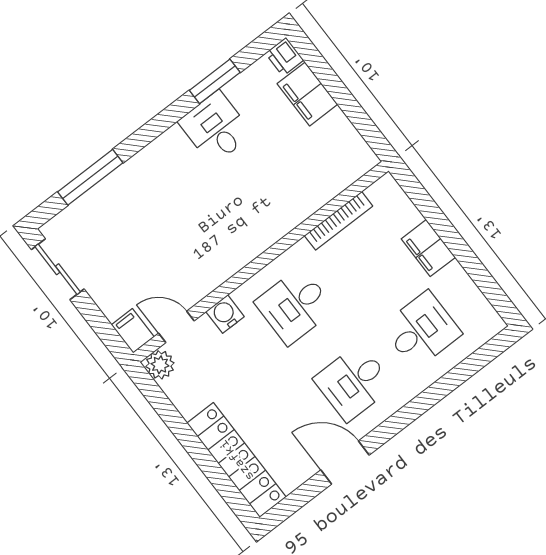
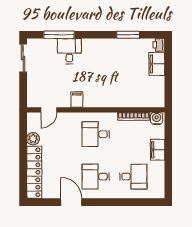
desk: (216, 128) -> (69, 51), moved
water cooler: (225, 314) -> (157, 118), moved
door: (176, 327) -> (49, 110), swing flipped
filing cabinet: (133, 331) -> (77, 100), moved
plant: (160, 365) -> (33, 139), moved

